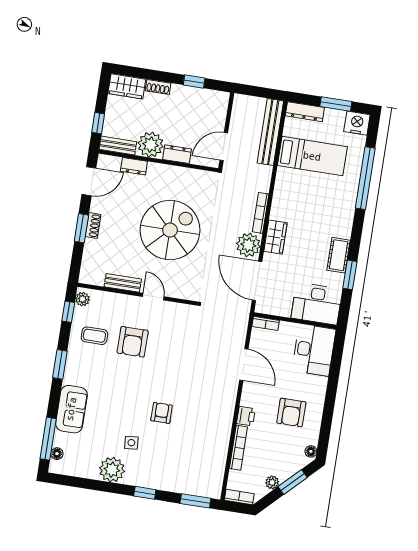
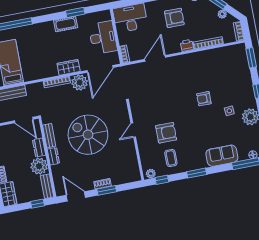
dresser: (134, 166) -> (53, 156), moved
bench: (123, 283) -> (49, 136), moved
desk: (317, 304) -> (103, 38), moved

